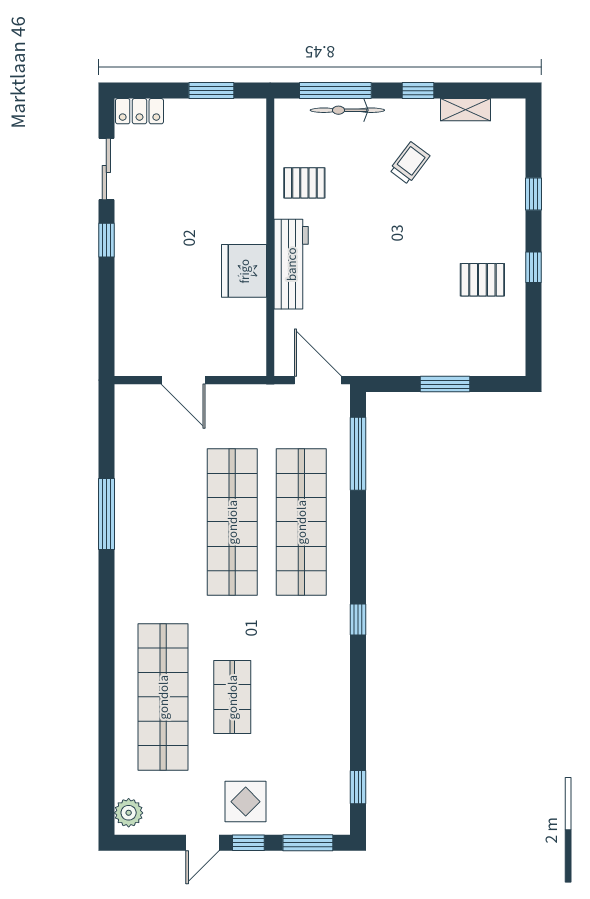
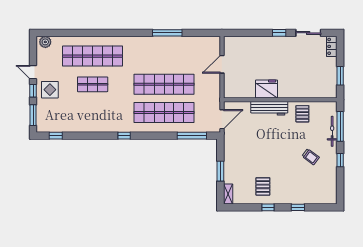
shelving: (465, 110) -> (228, 194), moved

